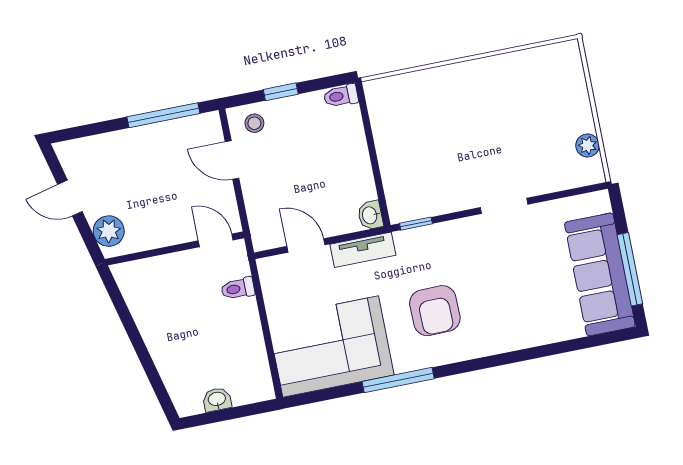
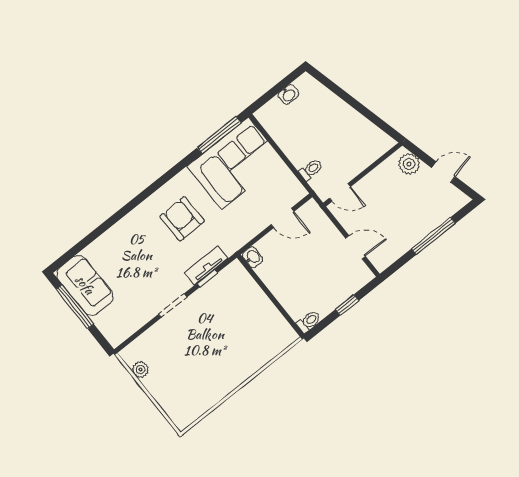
window: (163, 115) -> (433, 236), moved
stool: (254, 123) -> (353, 277), removed
window: (416, 224) -> (207, 278), moved
tv unit: (363, 250) -> (206, 265), moved
sofa: (600, 274) -> (85, 285), width x0.73
window: (398, 380) -> (219, 135), moved

